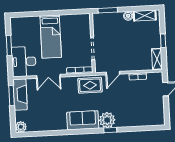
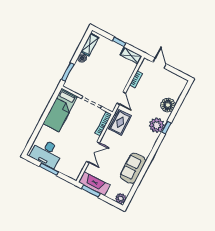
bed: (51, 37) -> (60, 110), moved, turned 90
desk: (24, 62) -> (46, 153), moved
floor lamp: (132, 119) -> (168, 105), added
sofa: (83, 120) -> (133, 168), moved

